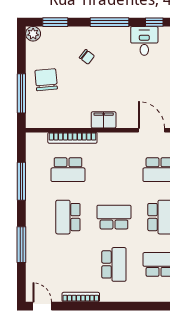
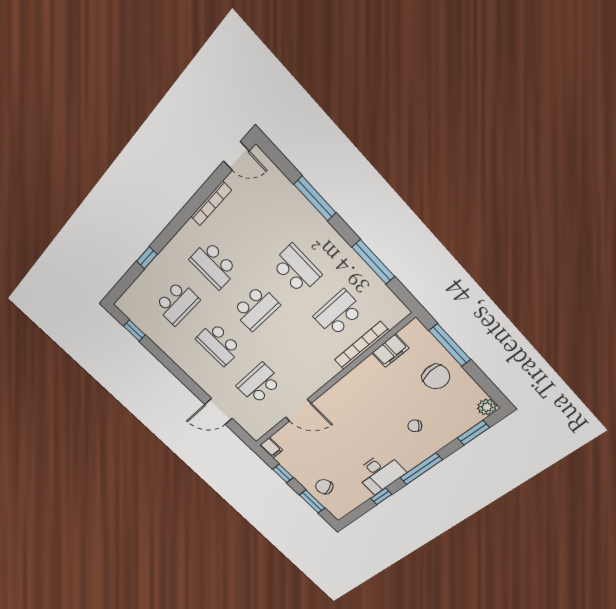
desk: (144, 41) -> (380, 473), width x1.37
filing cabinet: (104, 120) -> (390, 351), moved
window: (150, 306) -> (147, 258), added

